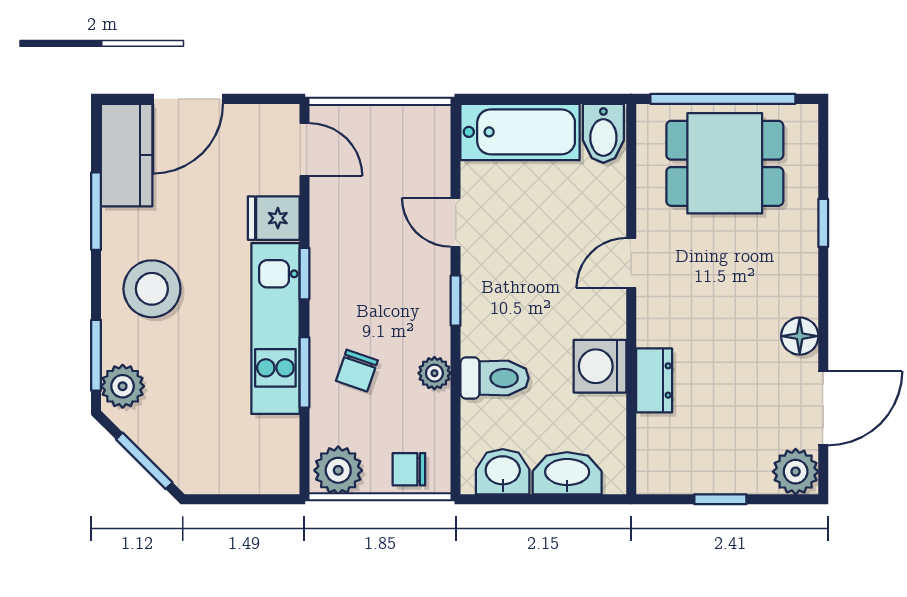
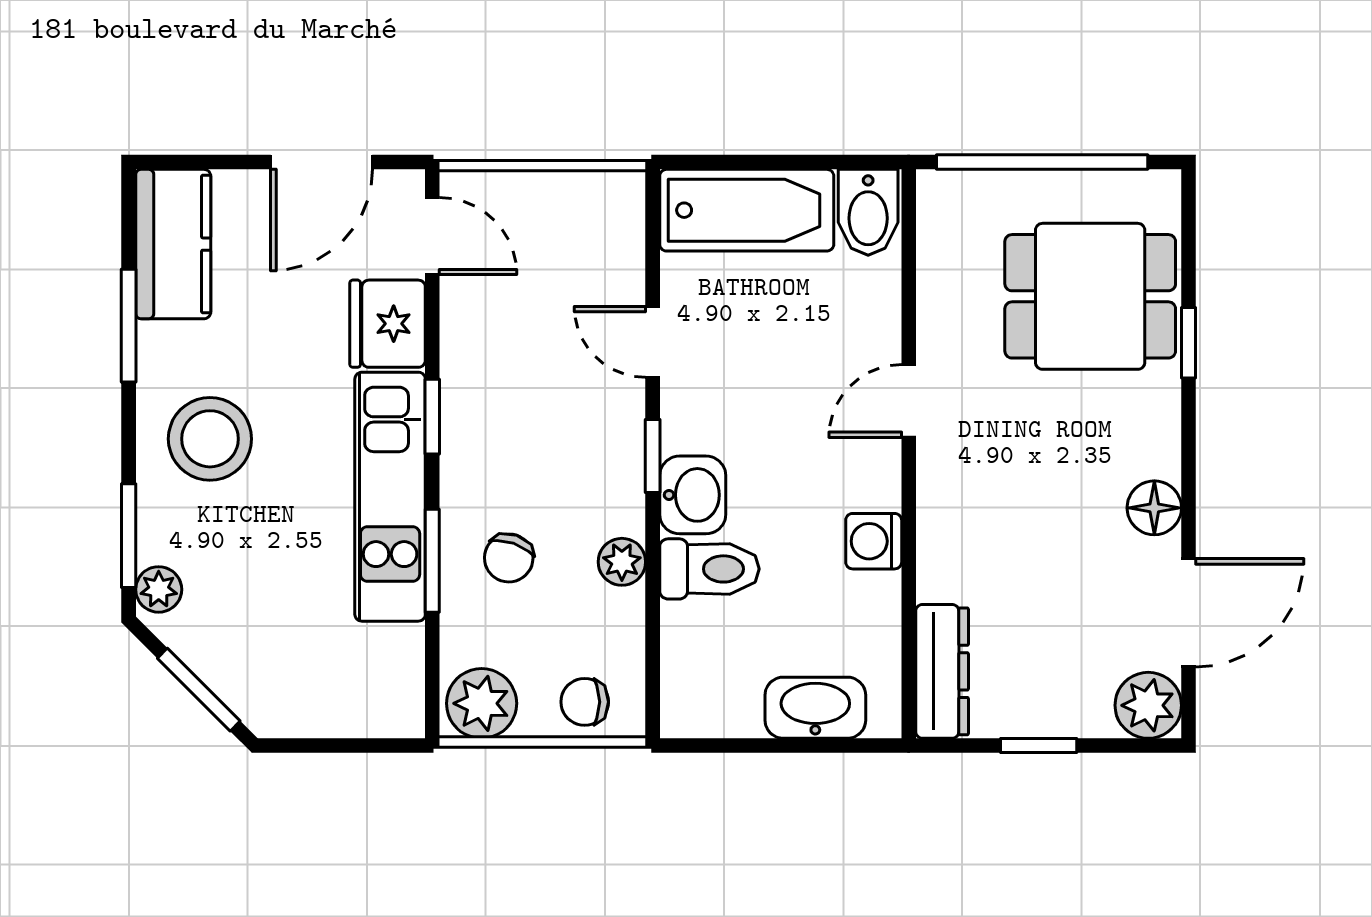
door: (188, 99) -> (322, 162), moved
dining table: (725, 163) -> (1090, 296), moved
fridge: (274, 218) -> (388, 324), width x1.38
washing machine: (600, 366) -> (874, 541), width x0.73, depth x0.73
dresser: (654, 380) -> (942, 671), moved, width x1.44
plant: (123, 386) -> (159, 589), width x0.73, depth x0.73
washbasin: (503, 472) -> (693, 495), moved, turned 90

